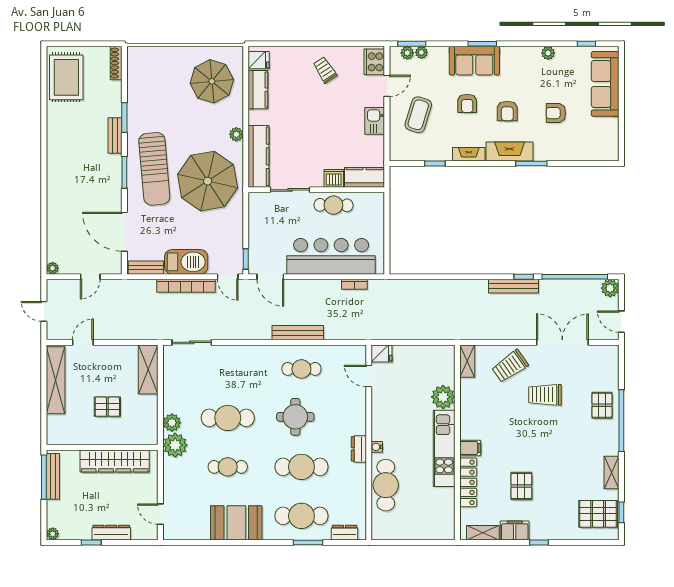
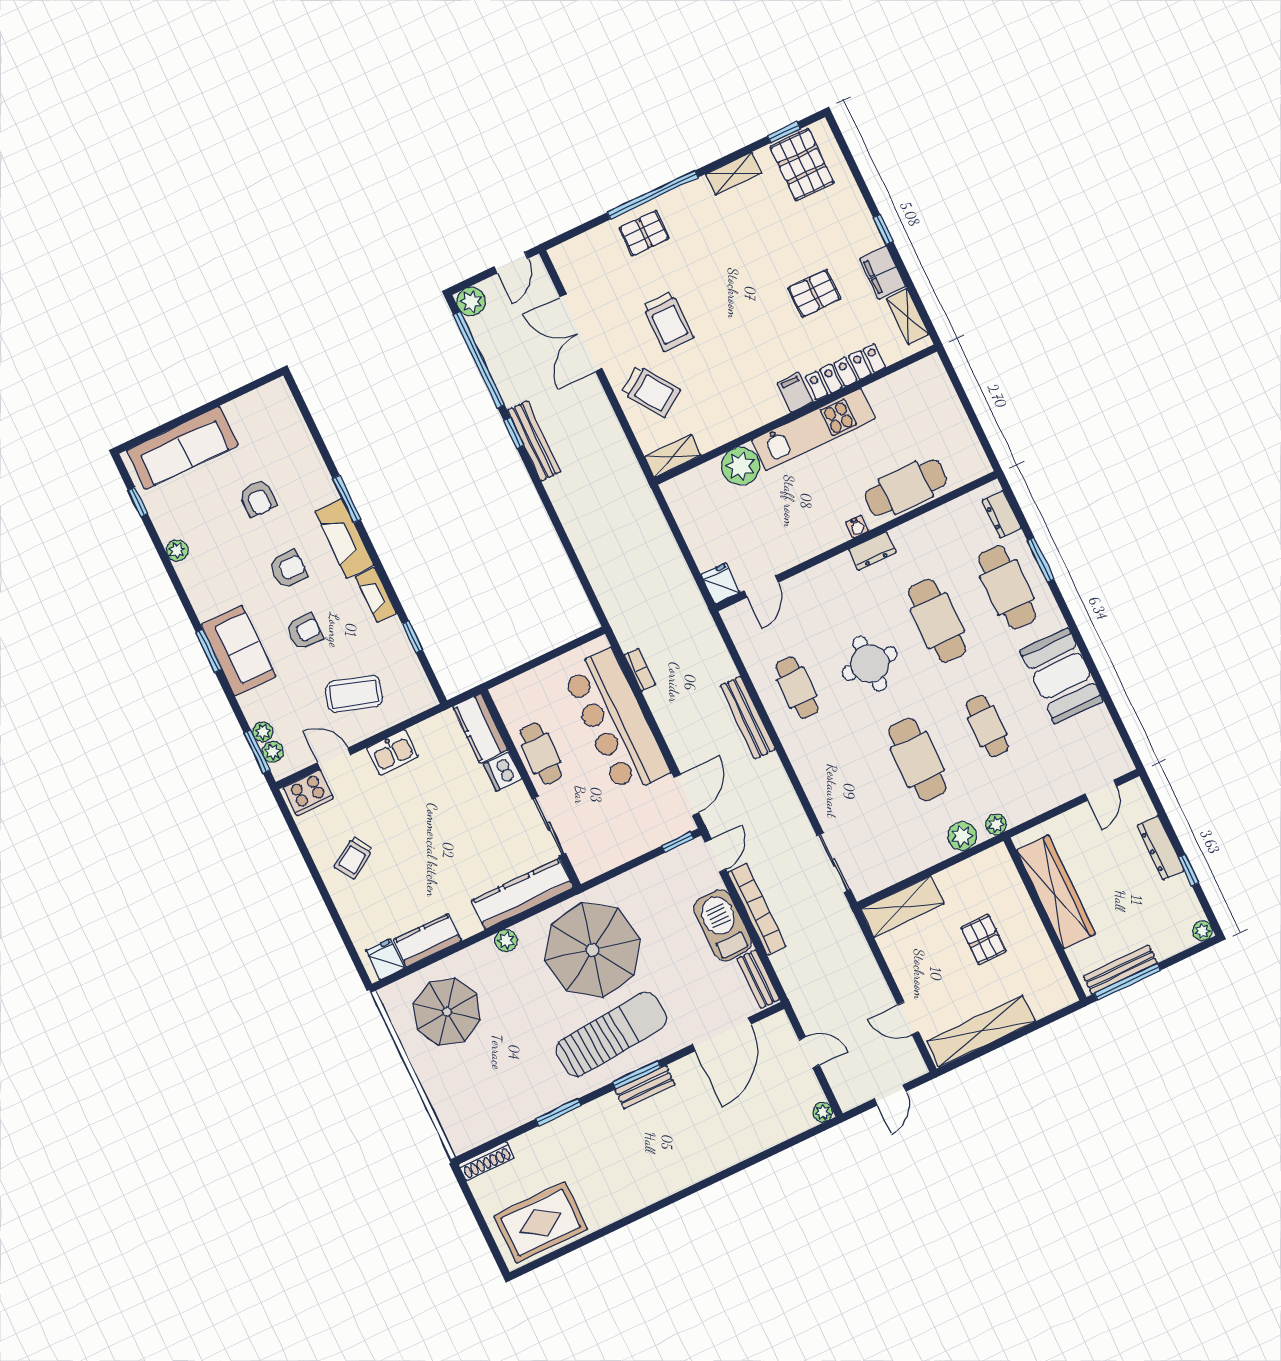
bench: (115, 136) -> (645, 1087), moved
plant: (175, 445) -> (996, 824), width x0.53, depth x0.53

